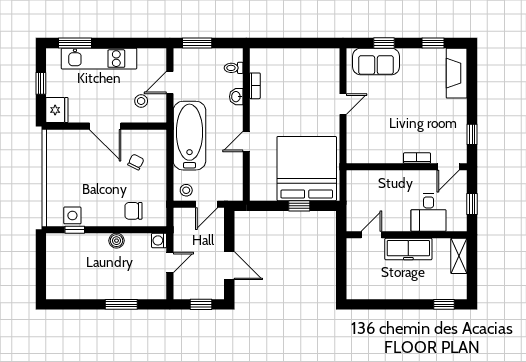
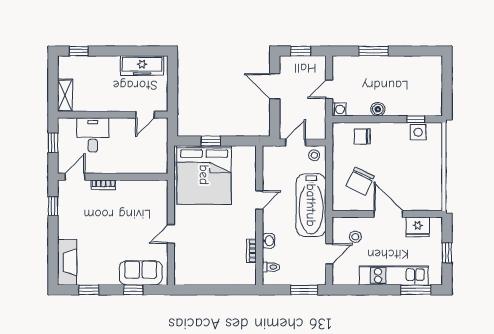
fridge: (57, 110) -> (418, 227), moved, turned -90
chair: (136, 162) -> (360, 181), width x1.87, depth x1.87
chair: (133, 211) -> (362, 136), turned 180
freezer: (408, 249) -> (142, 66), moved, turned 180

